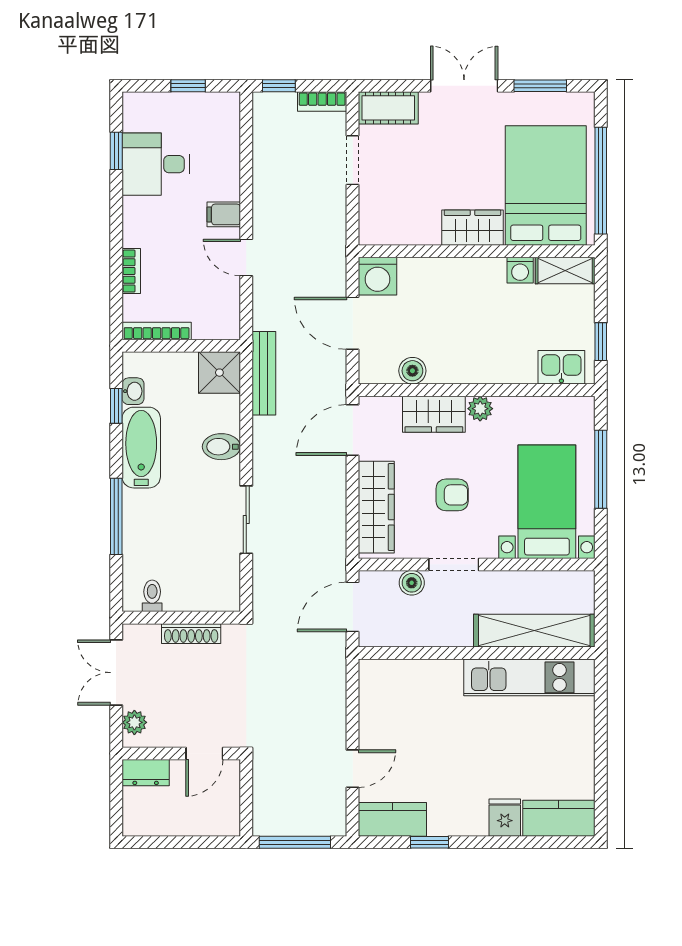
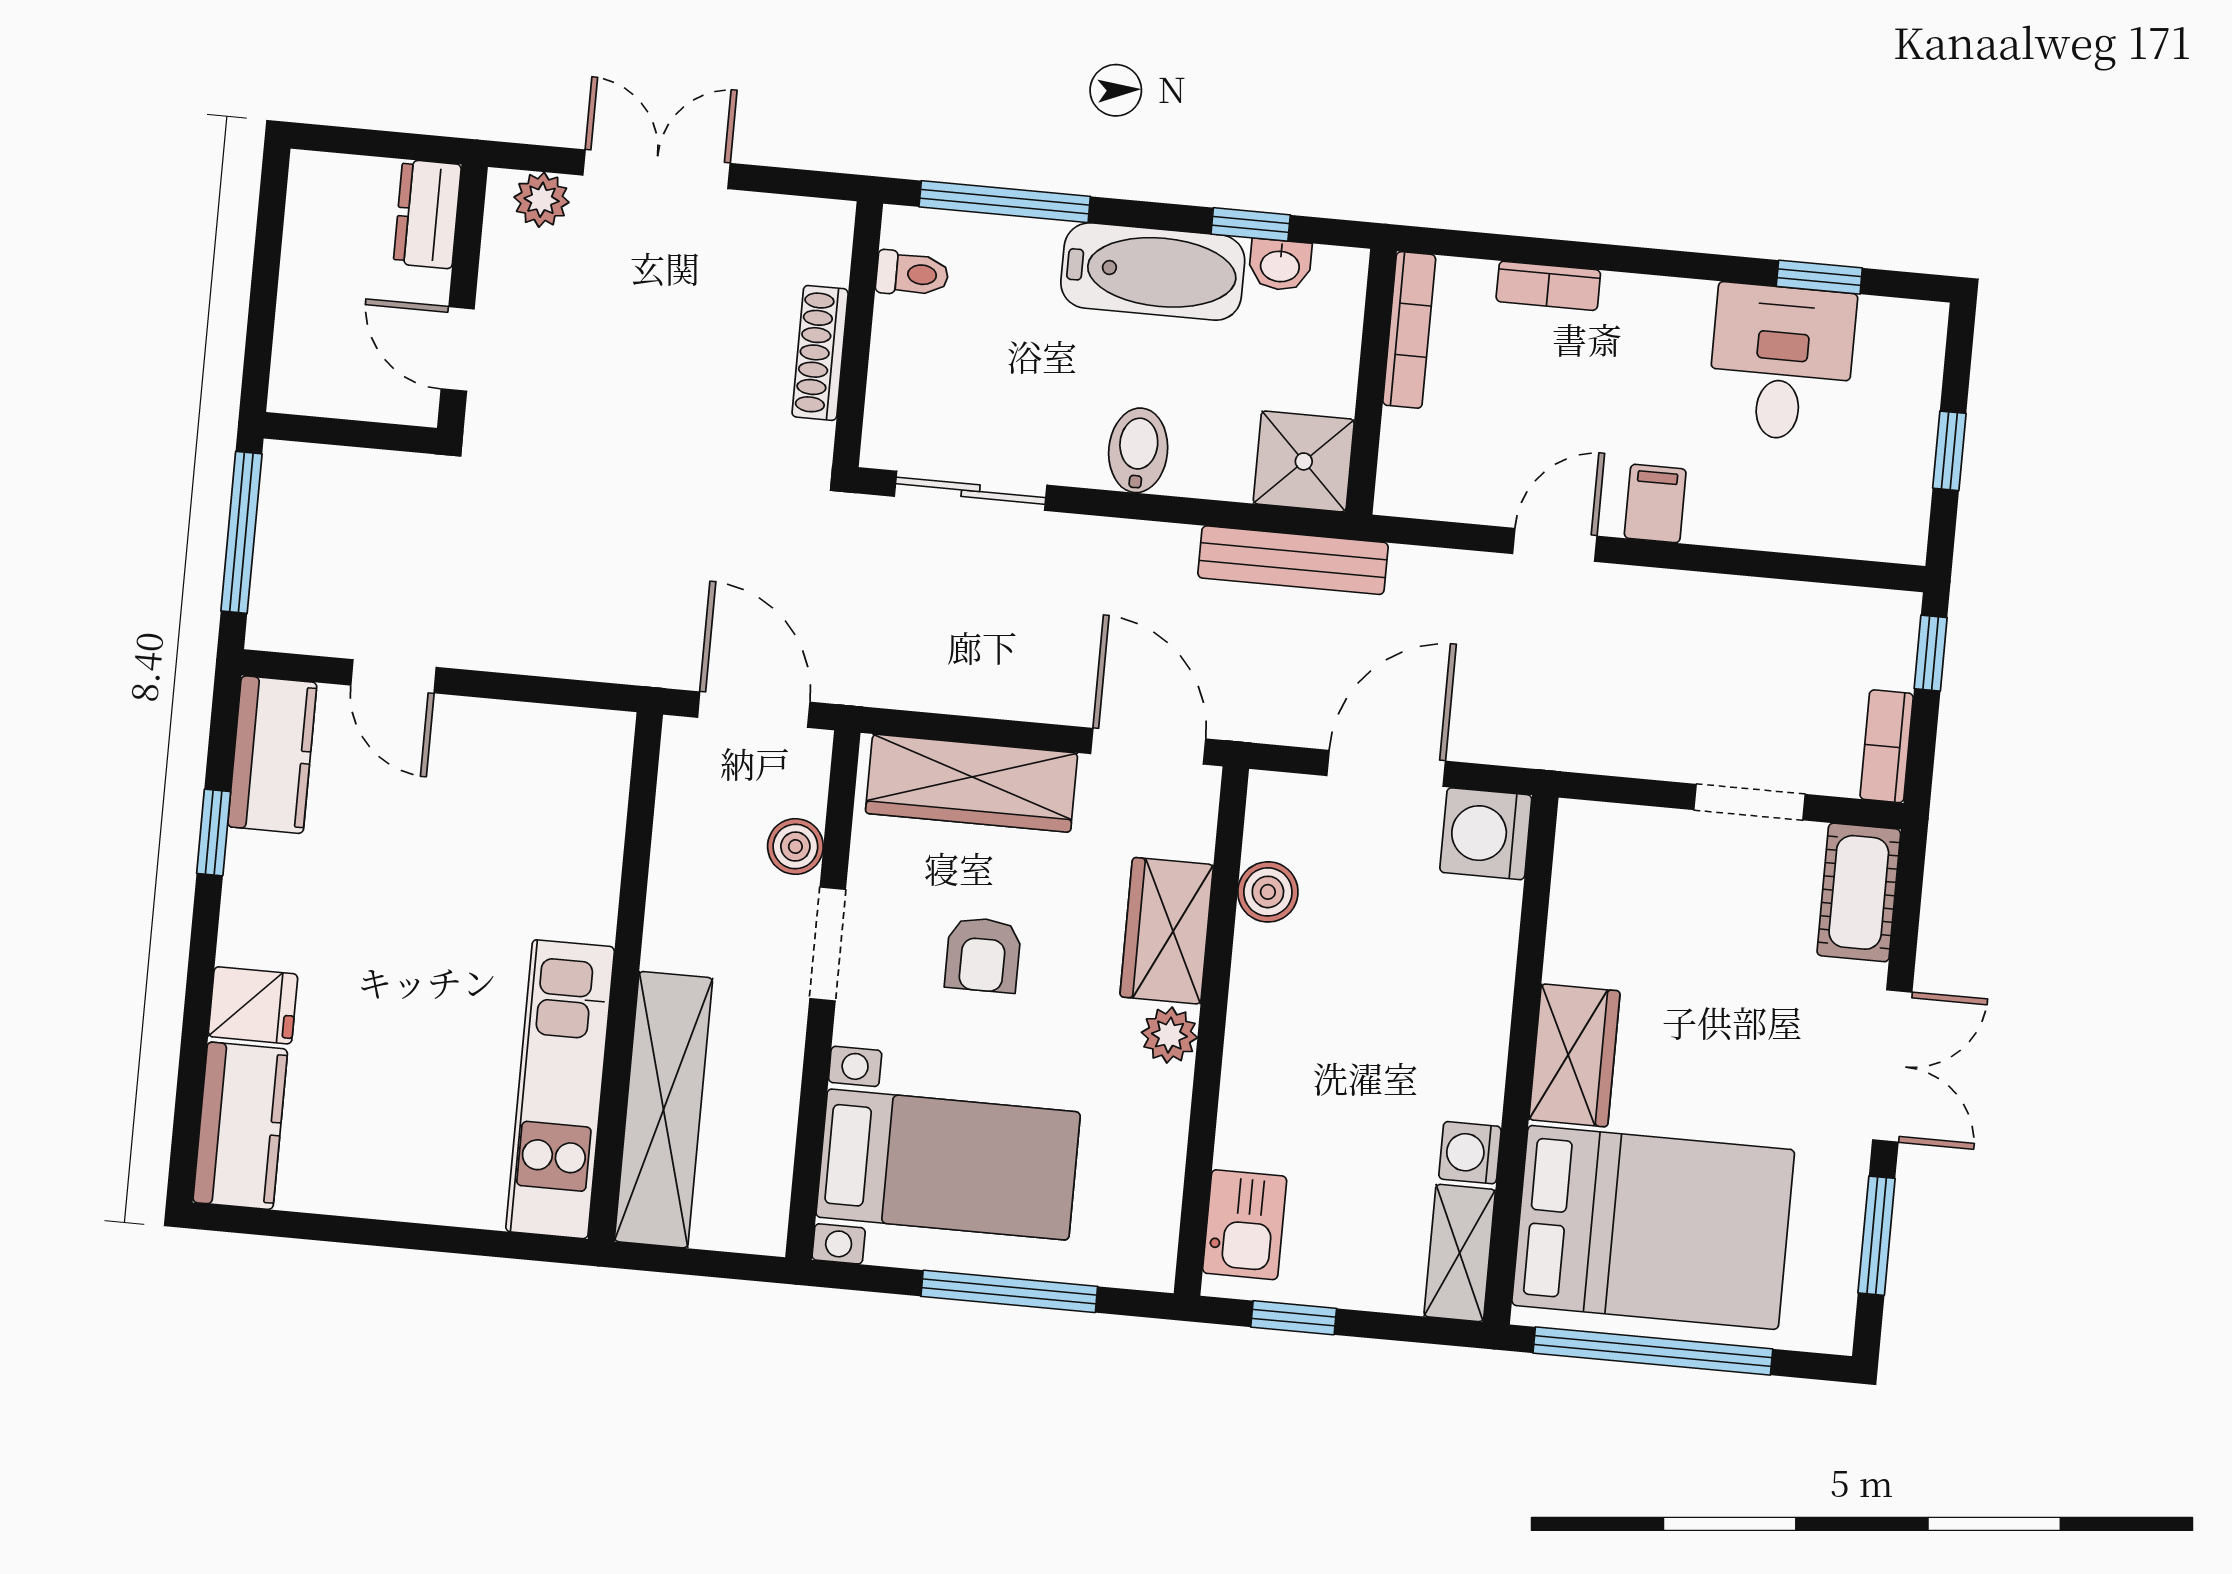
toilet: (152, 596) -> (912, 274), moved
wall: (181, 618) -> (858, 334), moved
shoe rack: (191, 634) -> (820, 353), moved

